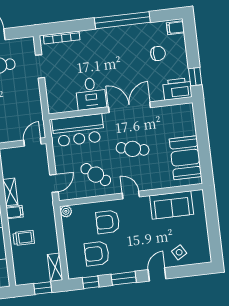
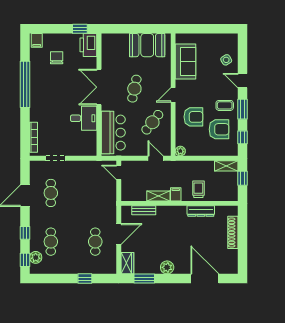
armchair: (108, 222) -> (193, 117), turned -90
armchair: (97, 254) -> (219, 129), turned -90
coffee table: (126, 257) -> (225, 105), added

